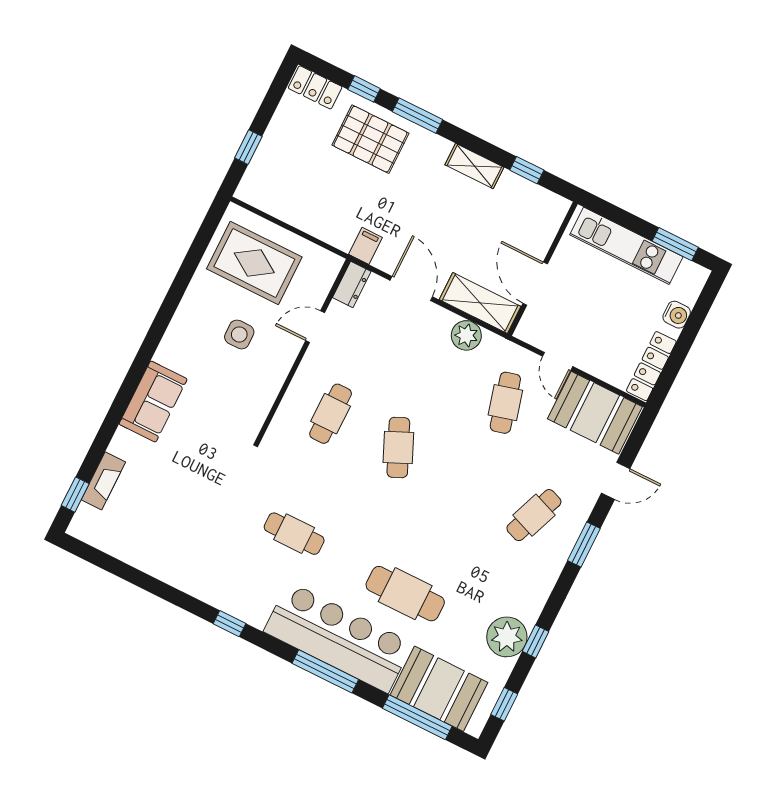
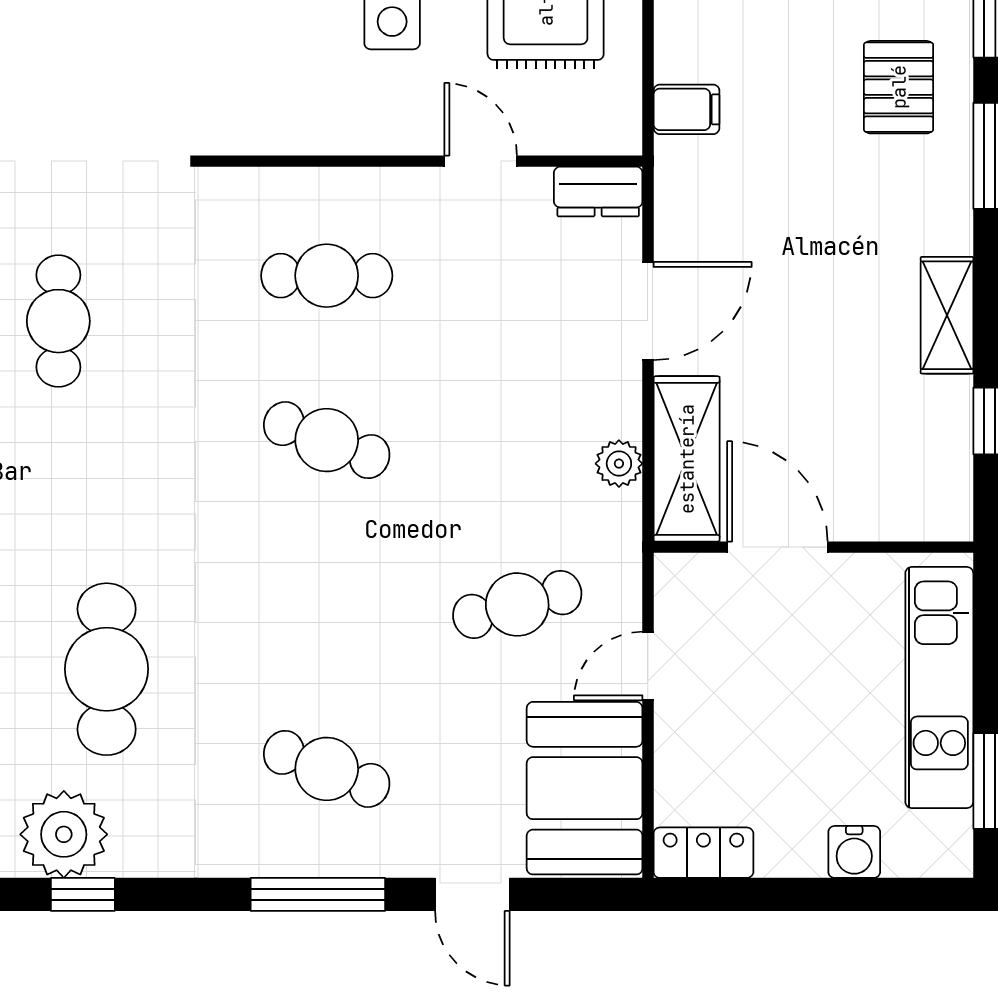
pallet: (370, 139) -> (899, 87), width x0.67, depth x0.71
filing cabinet: (365, 246) -> (686, 109), moved
door: (535, 284) -> (777, 547), hinge flipped
plant: (466, 335) -> (619, 464), width x0.73, depth x0.73
locker: (651, 366) -> (703, 853), width x0.66
cafe table: (398, 447) -> (327, 440), turned 45
window: (584, 545) -> (318, 894), width x1.44
cafe table: (405, 594) -> (107, 669), moved

